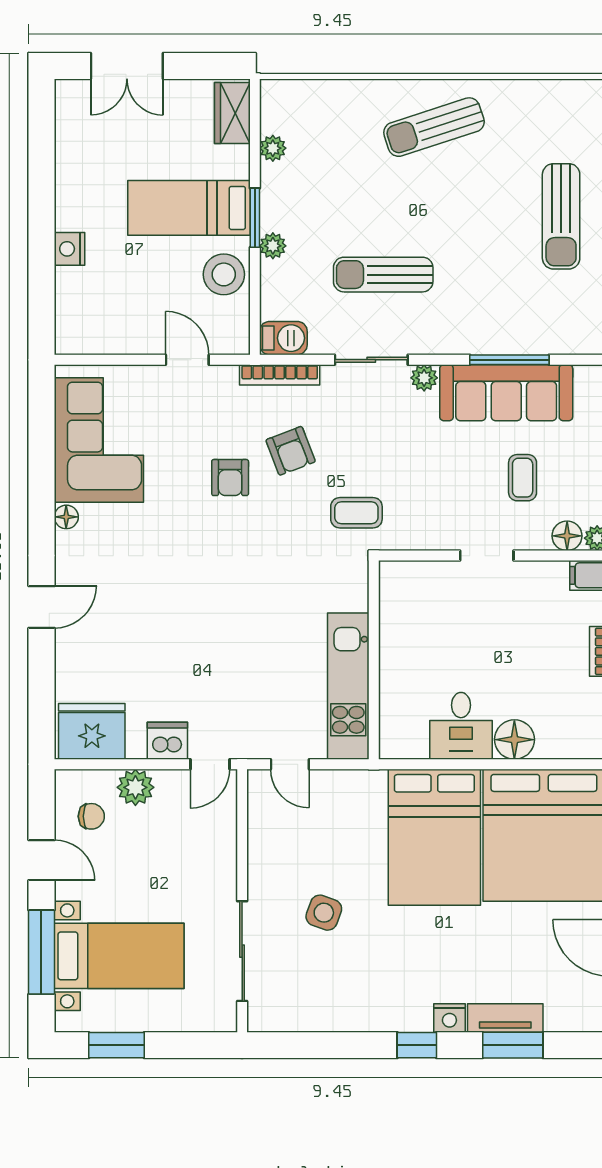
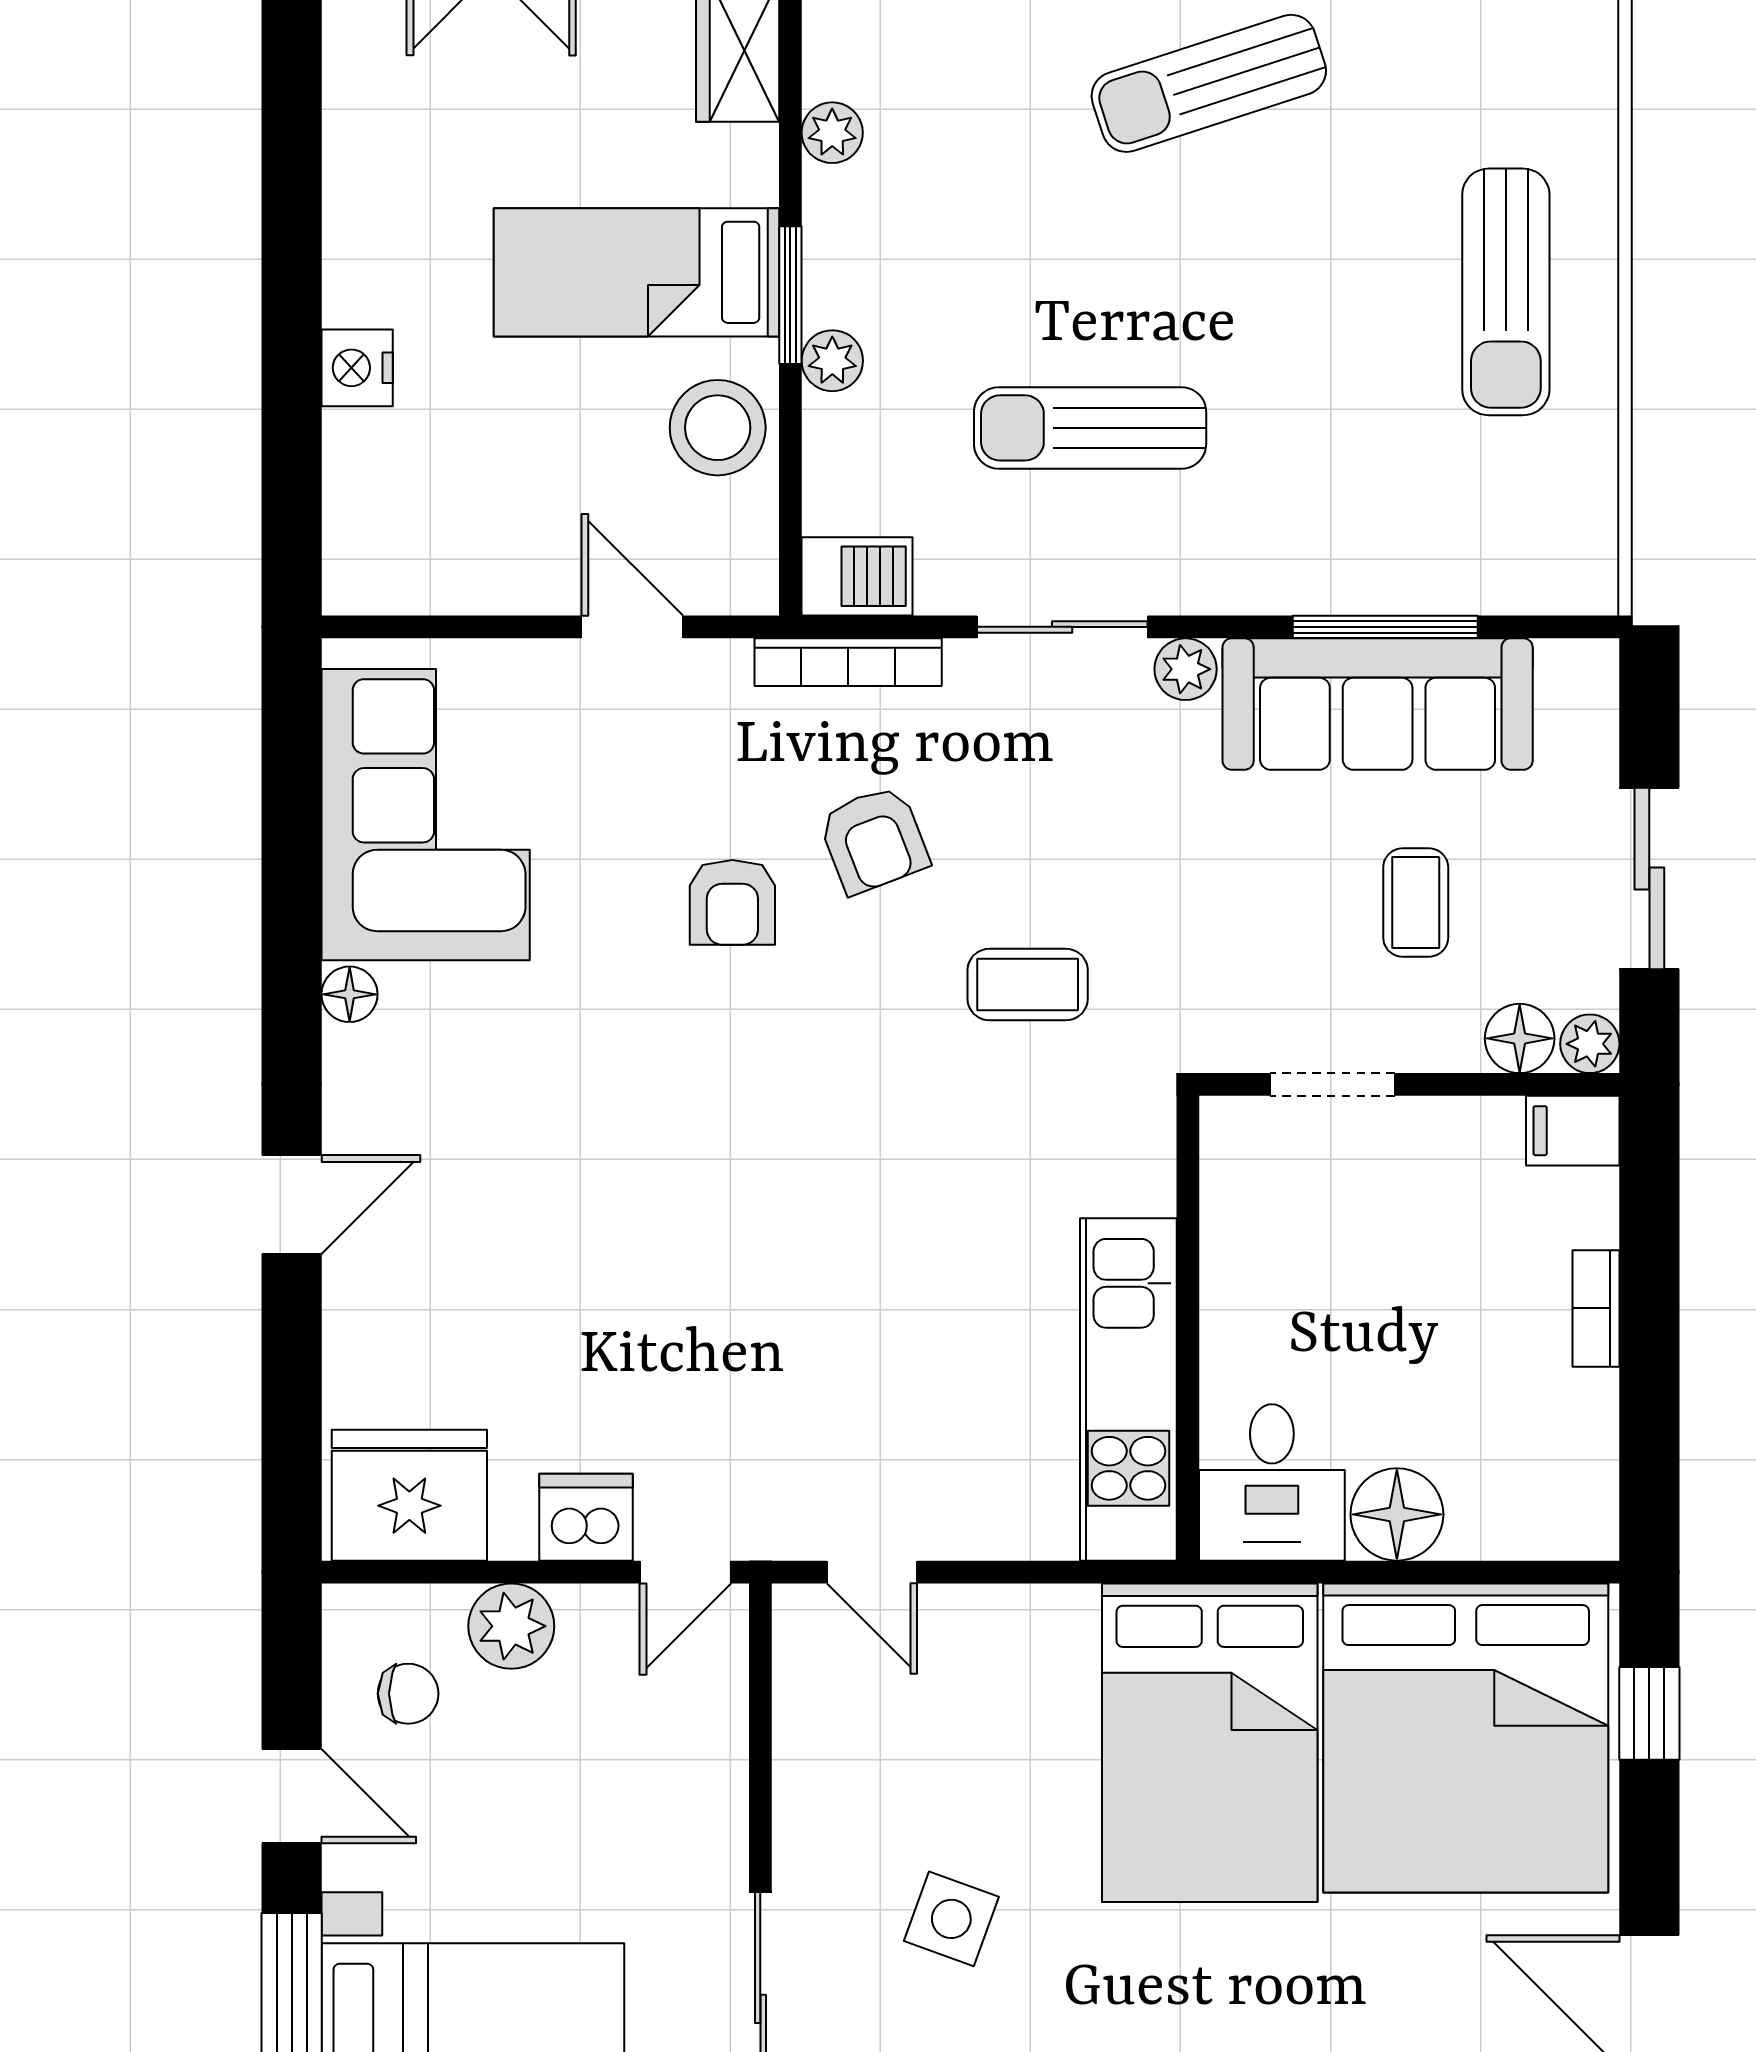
wall: (374, 660) -> (1188, 1328), moved
kitchen unit: (348, 686) -> (1128, 1390), moved

